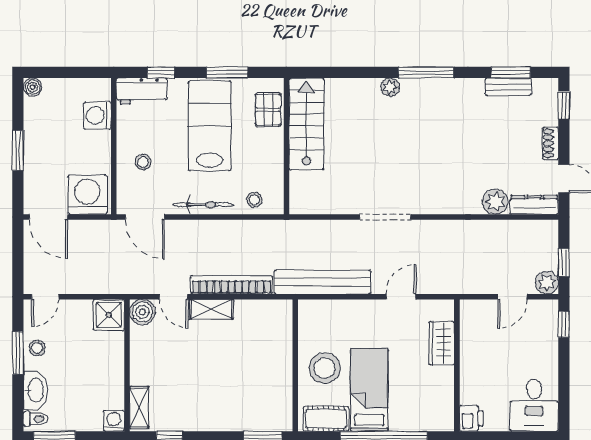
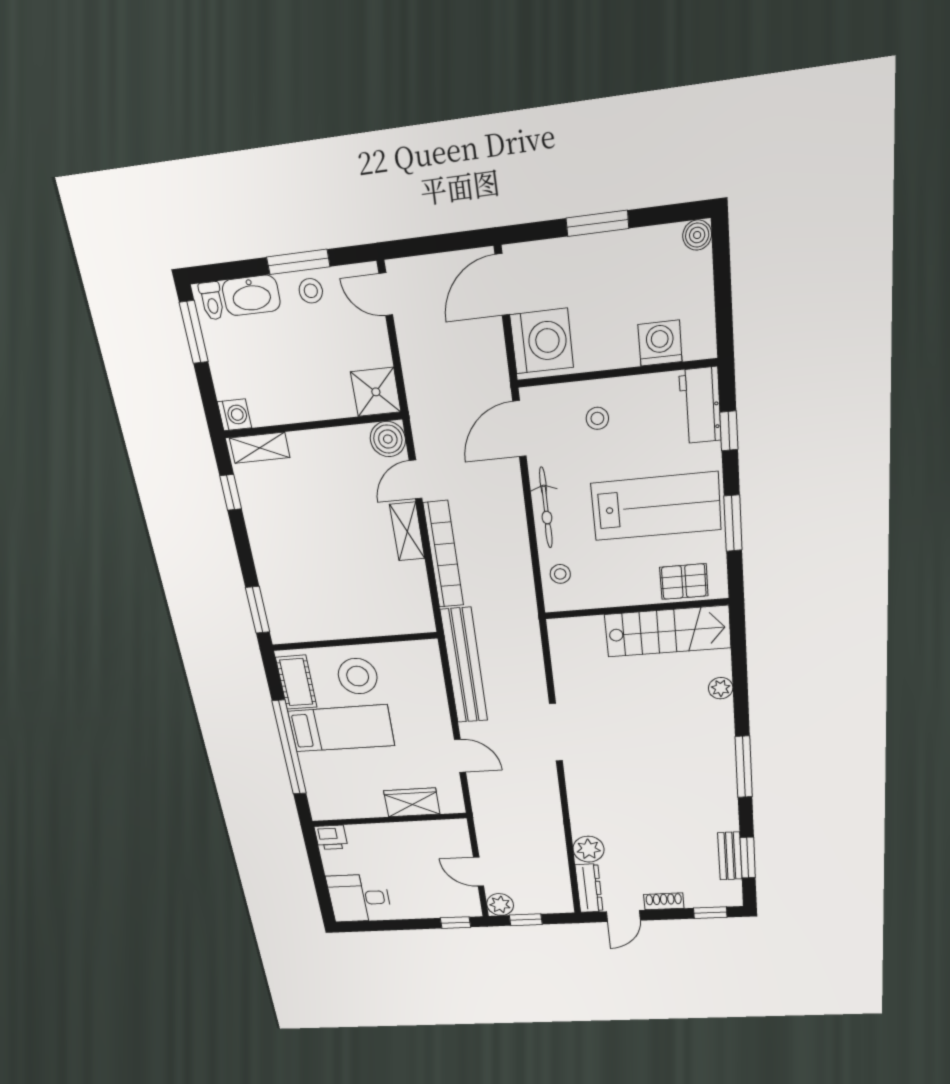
plant: (390, 87) -> (721, 688), moved

